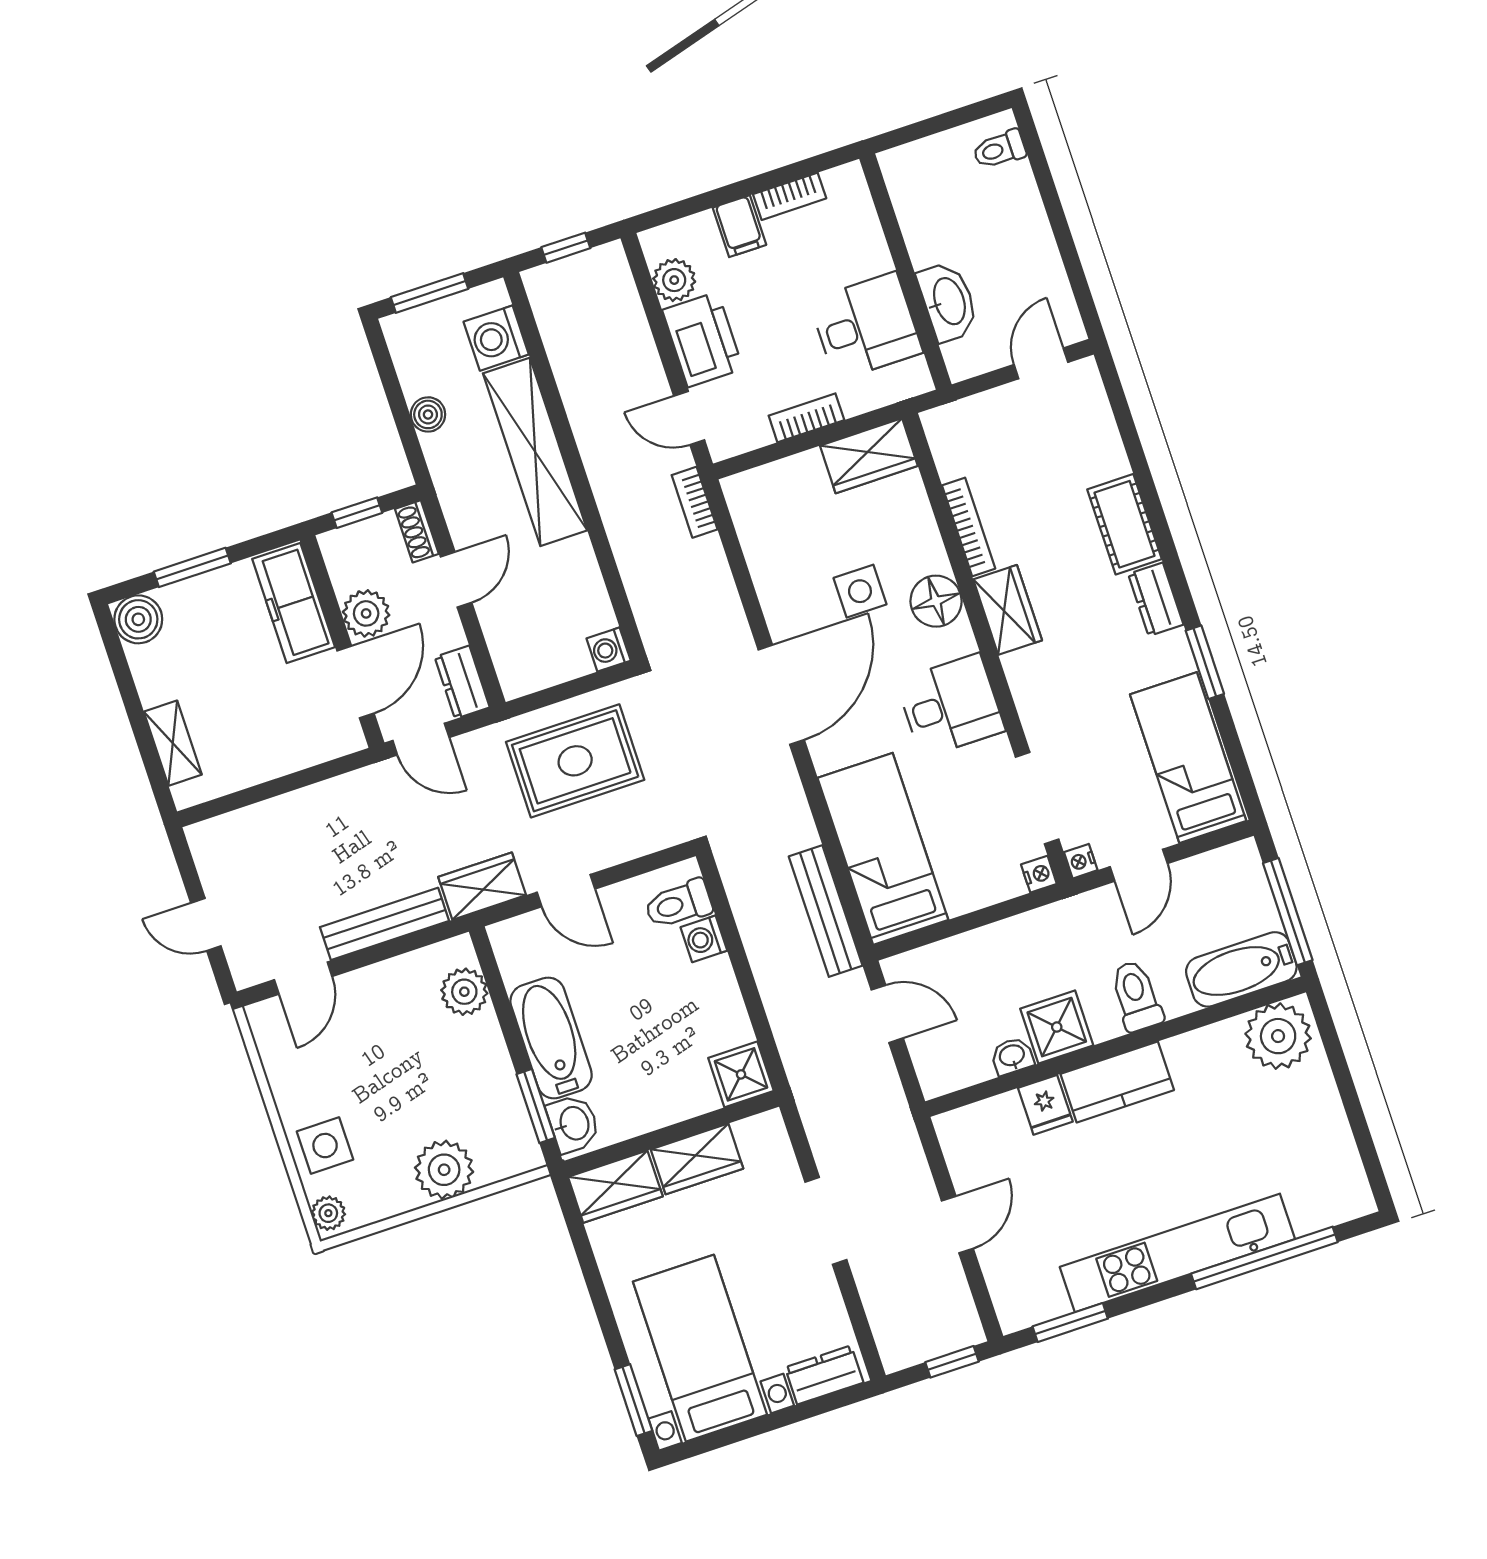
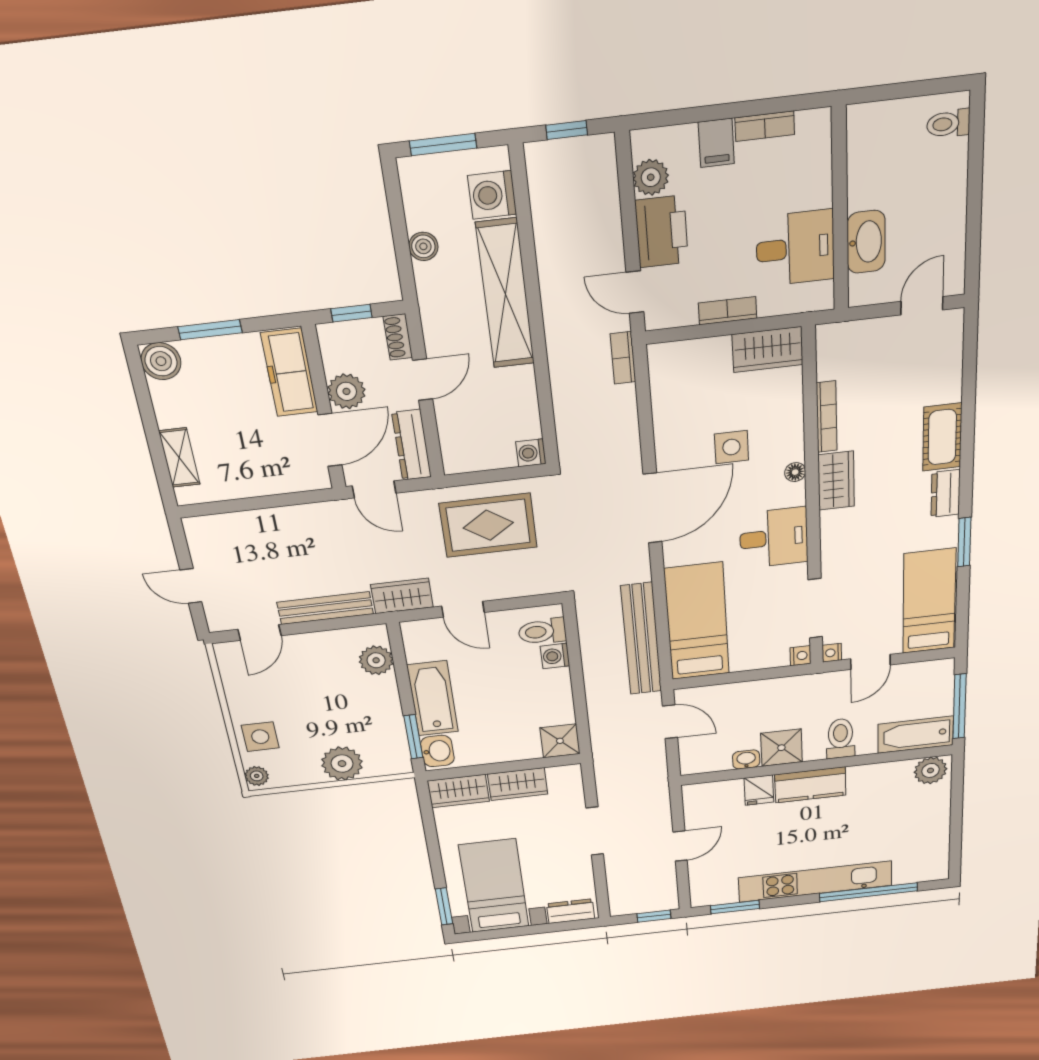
floor lamp: (936, 601) -> (795, 472), width x0.53, depth x0.53
dresser: (462, 682) -> (412, 445), width x1.44
bench: (826, 911) -> (641, 639), width x1.37, depth x1.21
plant: (1278, 1036) -> (931, 770), width x0.73, depth x0.73

